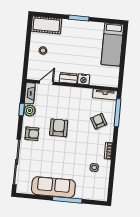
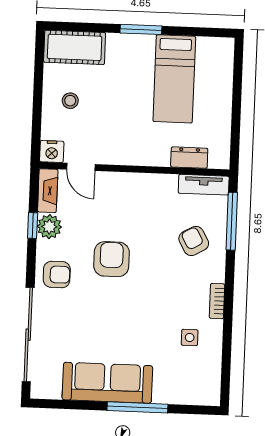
bed: (112, 44) -> (174, 79), moved
dresser: (68, 78) -> (189, 158), moved
nightstand: (84, 79) -> (52, 152), moved
door: (46, 83) -> (81, 167), swing flipped

